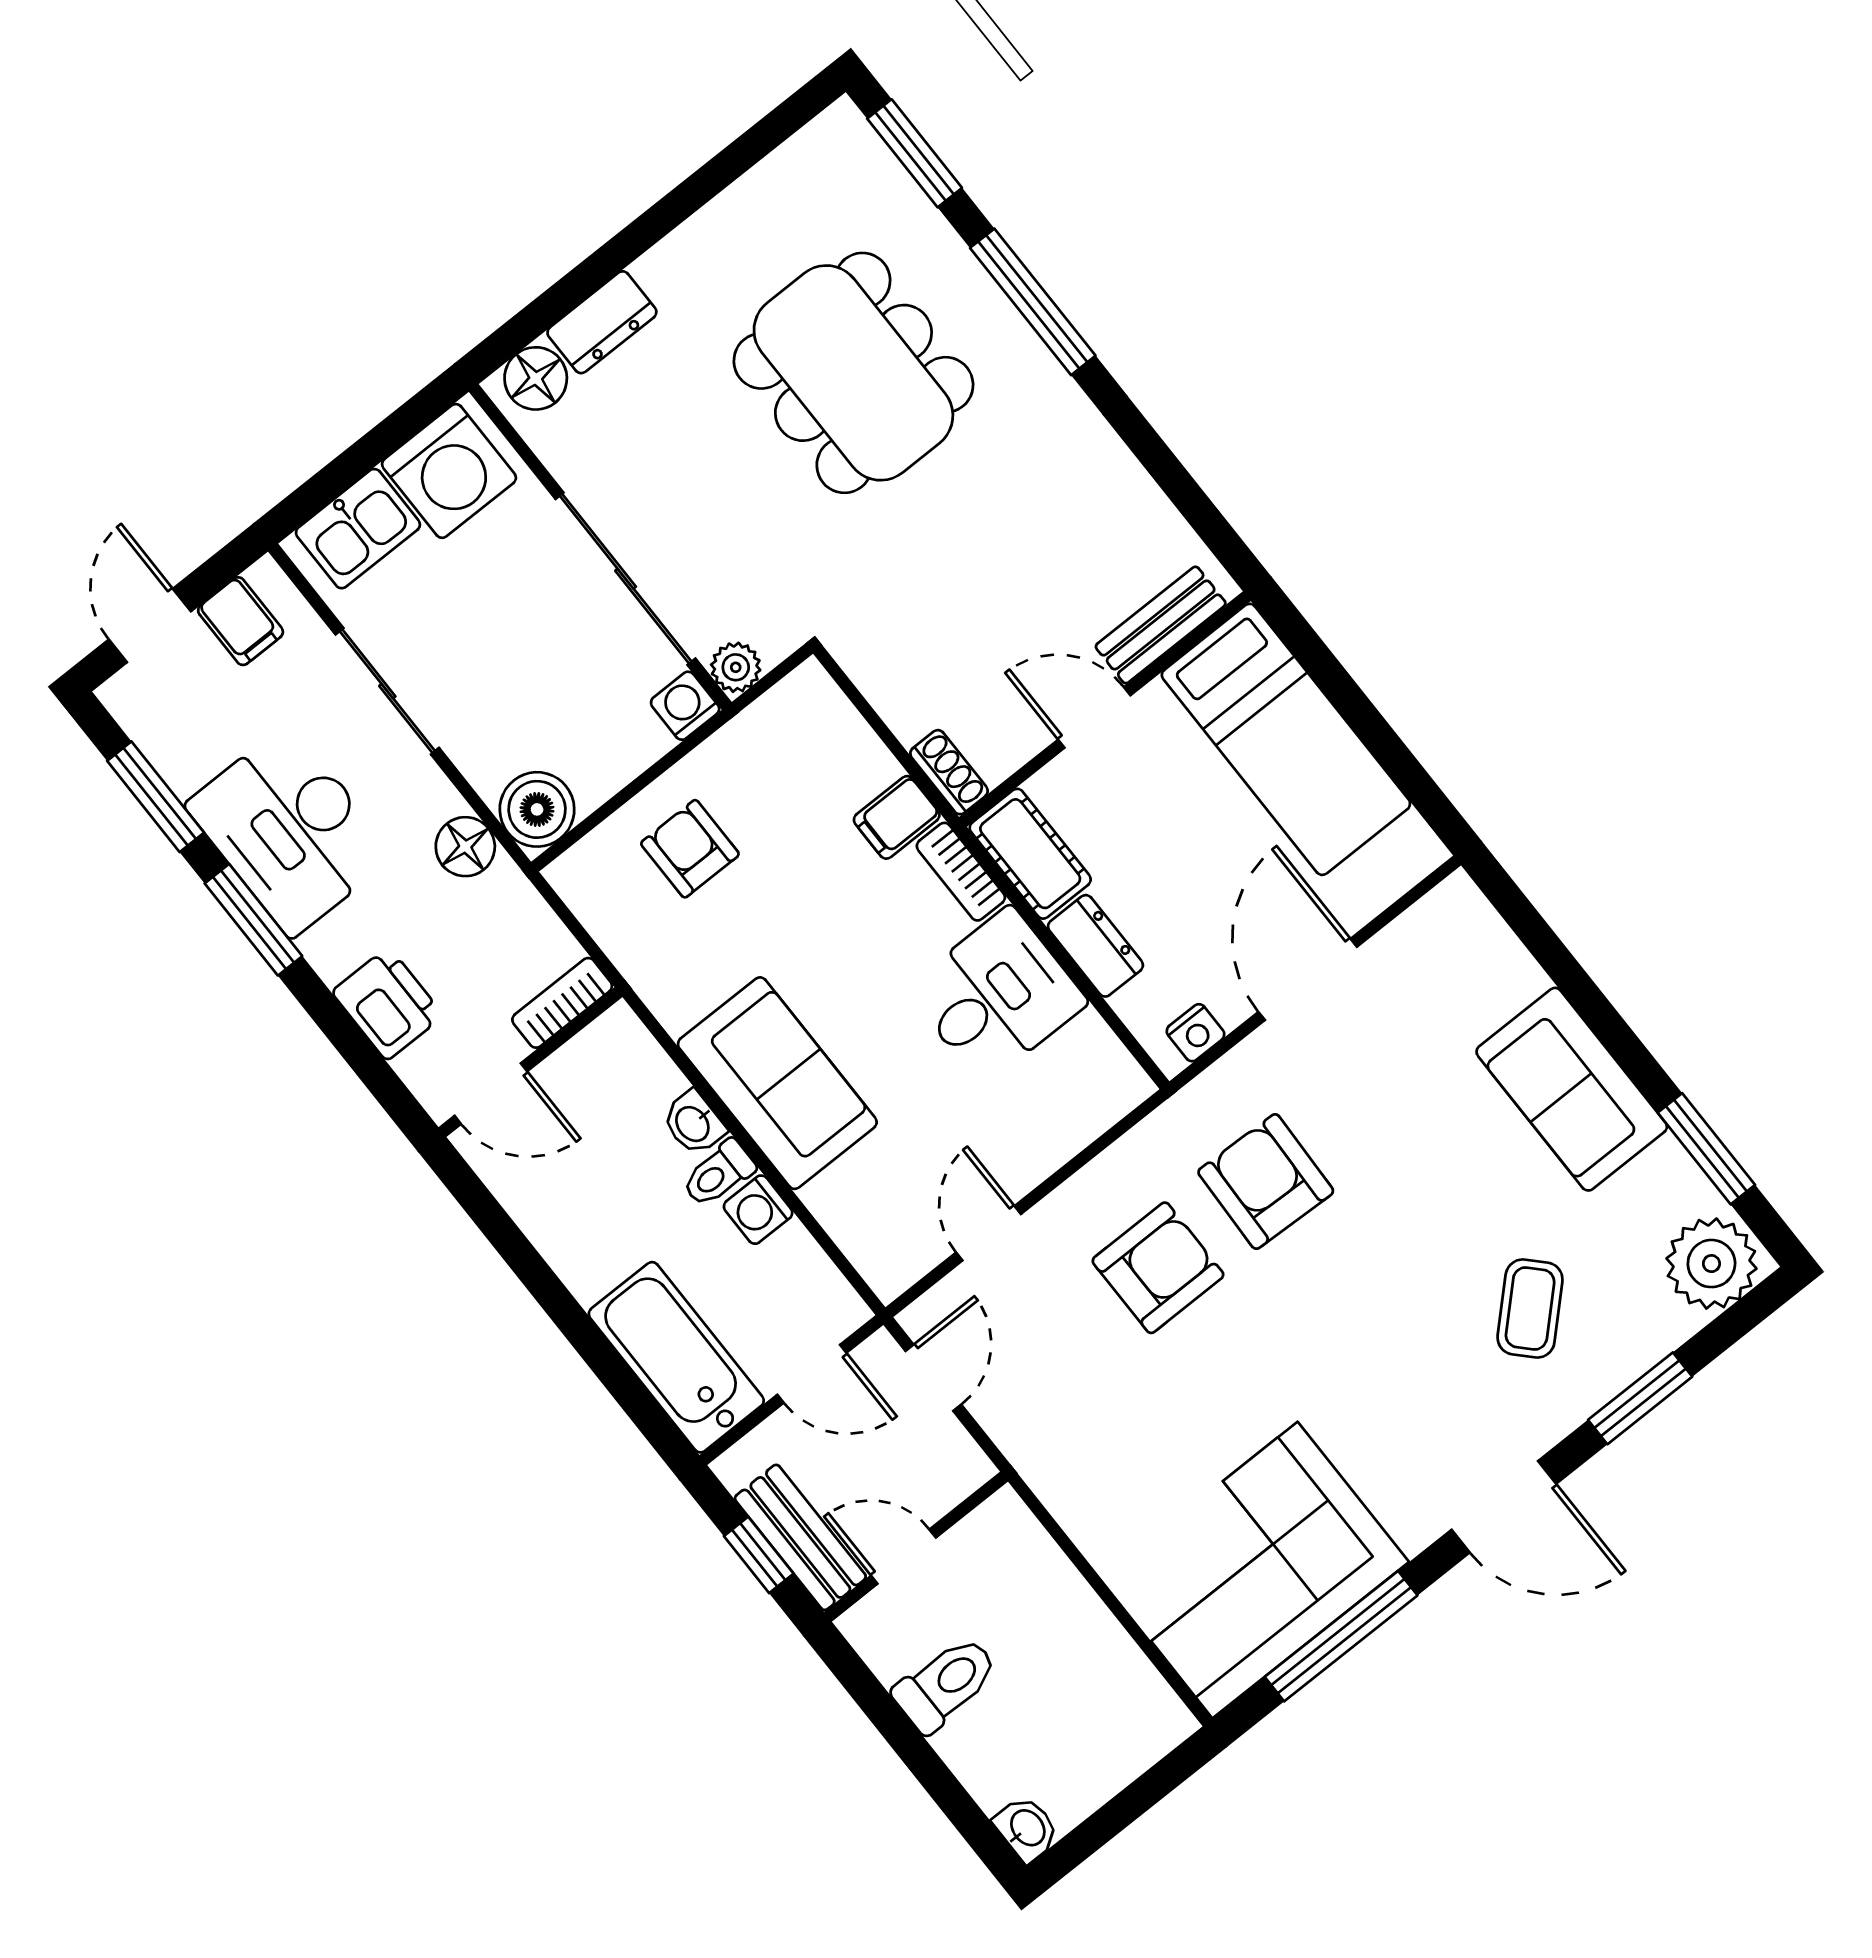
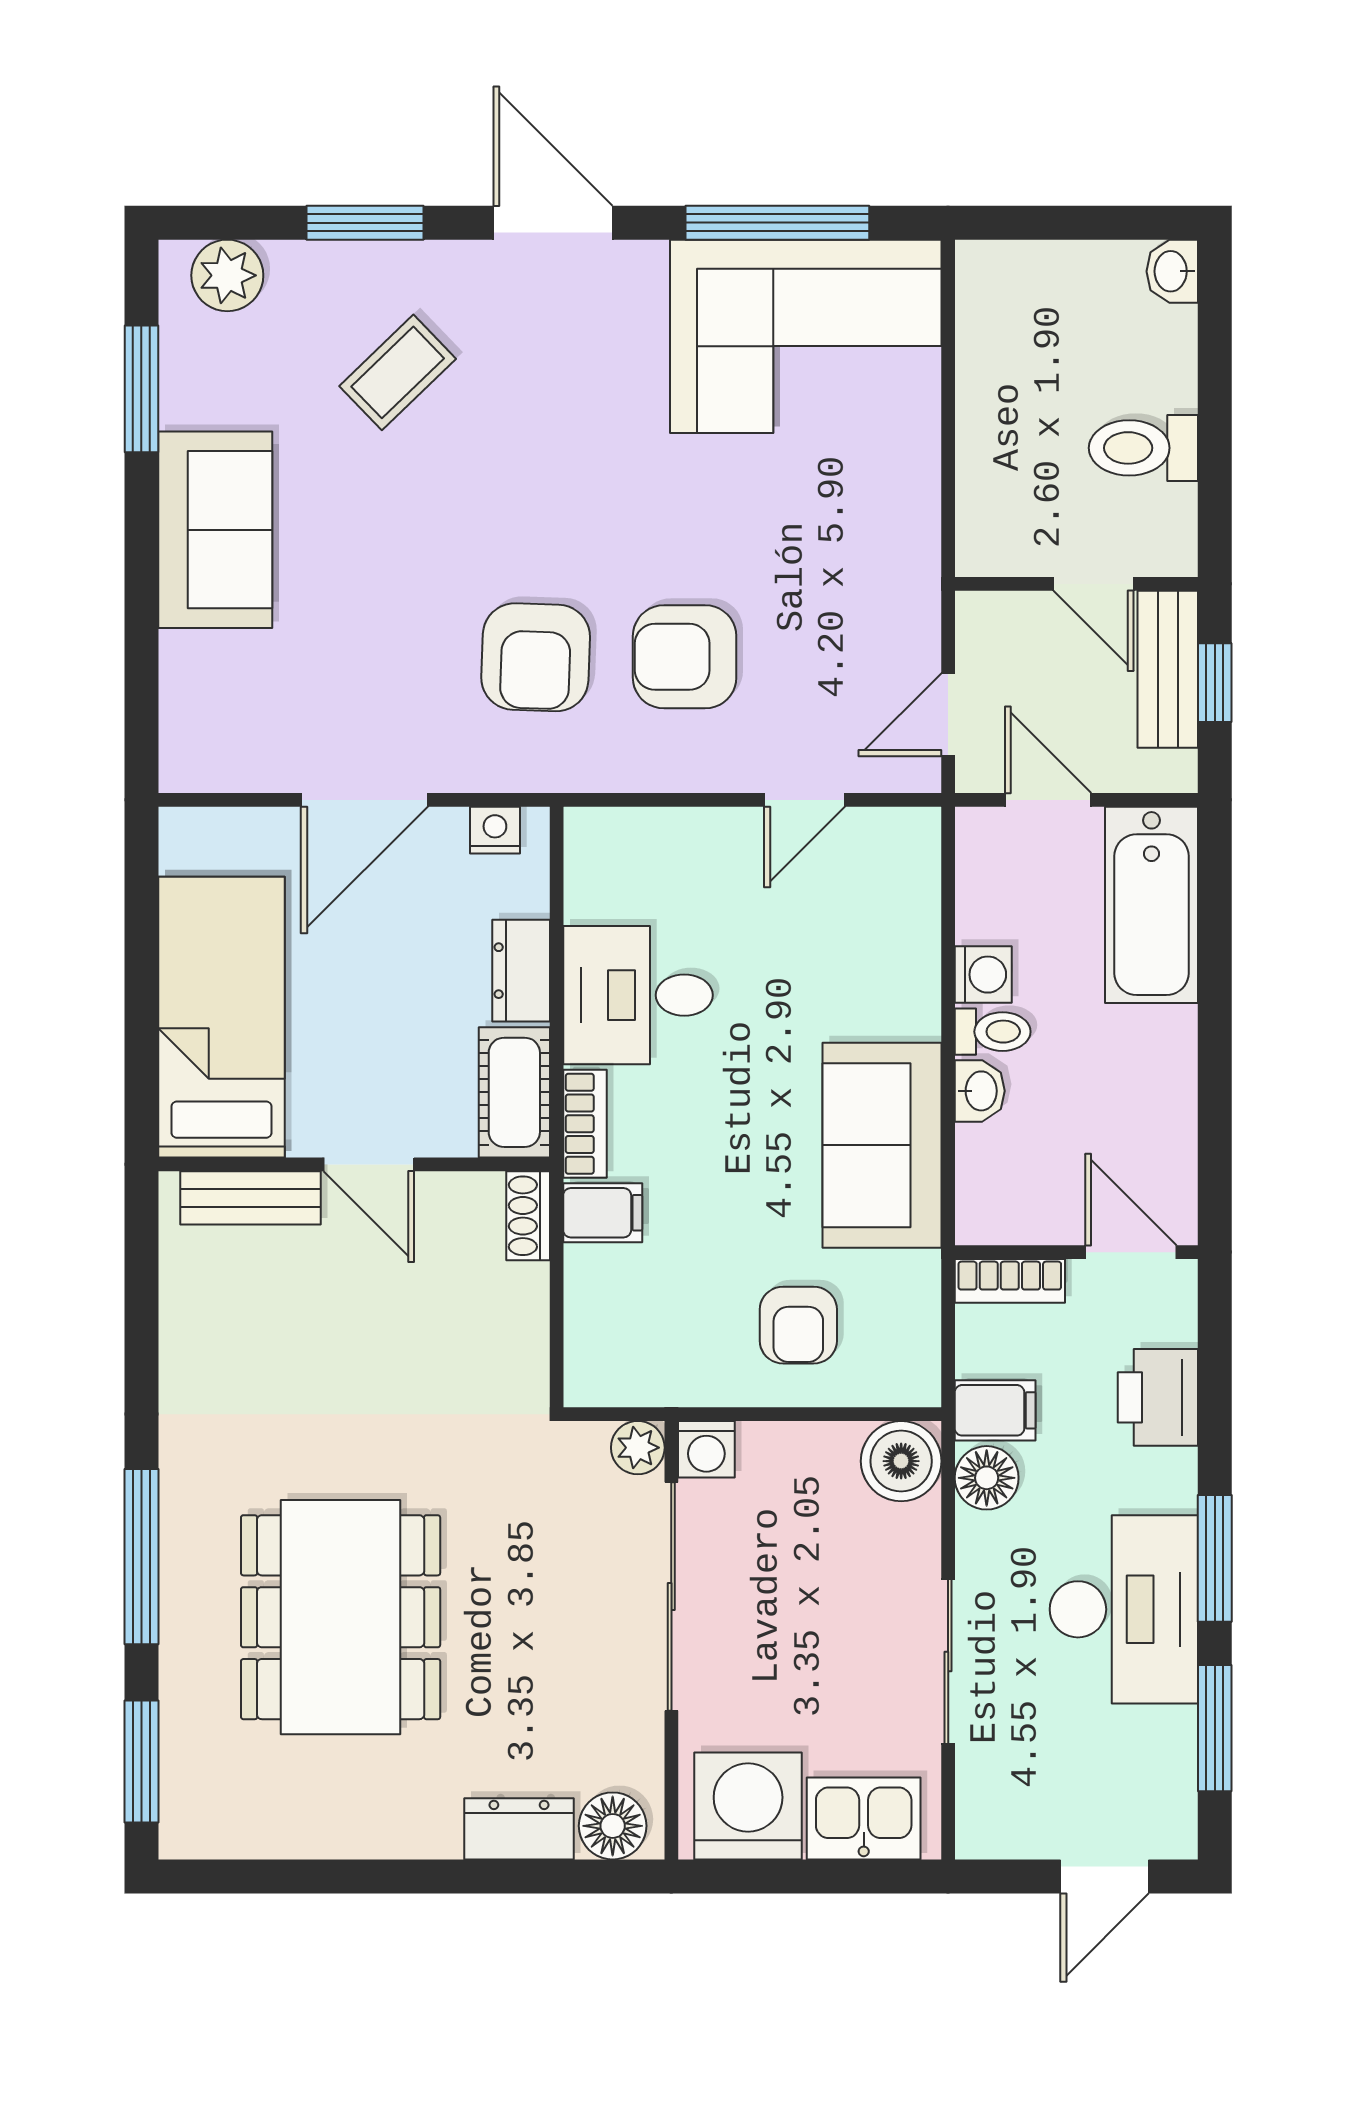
filing cabinet: (241, 621) -> (995, 1410), moved, turned 90
sofa: (777, 1083) -> (882, 1145), moved
plant: (1711, 1264) -> (227, 275), width x0.73, depth x0.73

